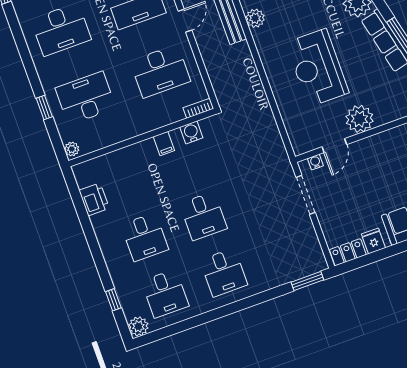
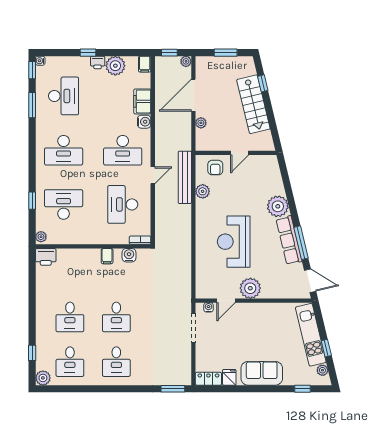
desk: (160, 71) -> (123, 204), turned 90
printer: (94, 199) -> (46, 257), moved, turned 90

